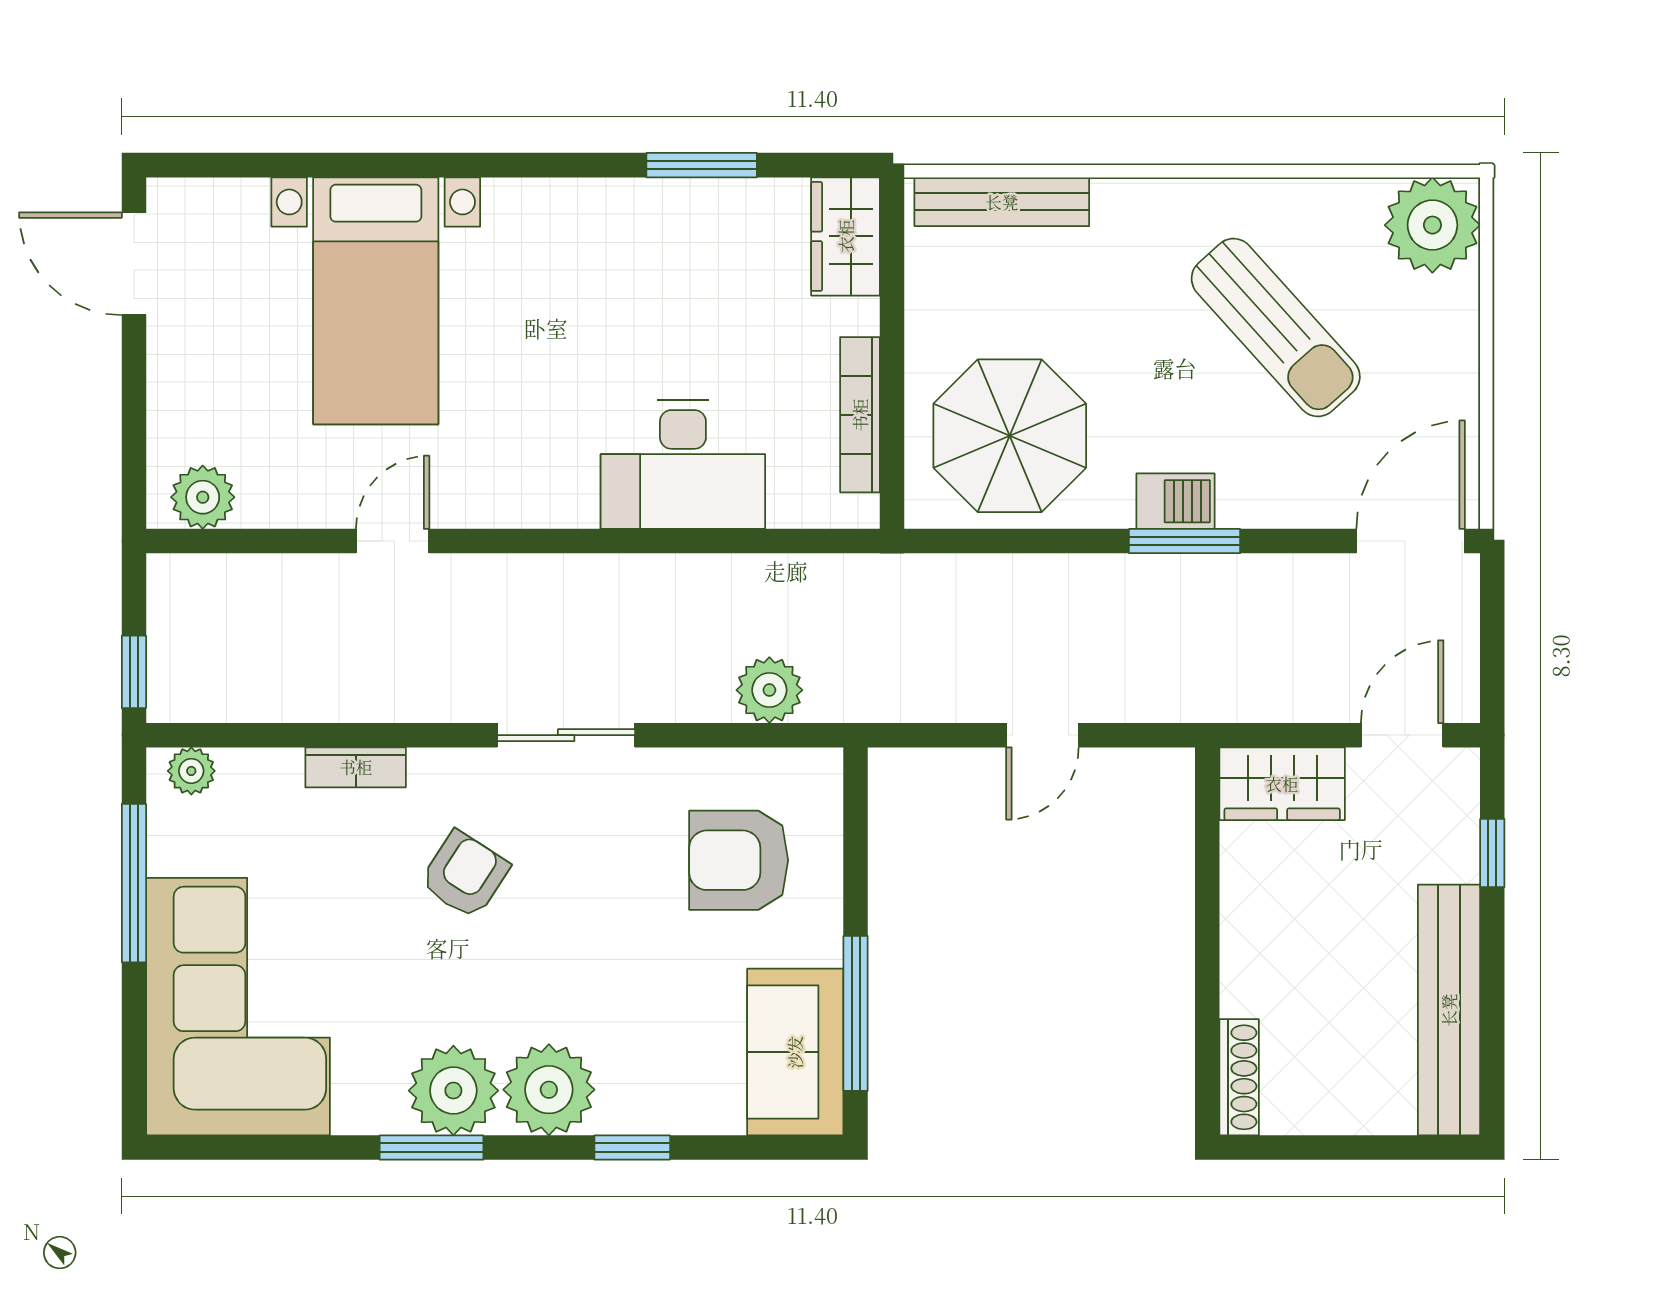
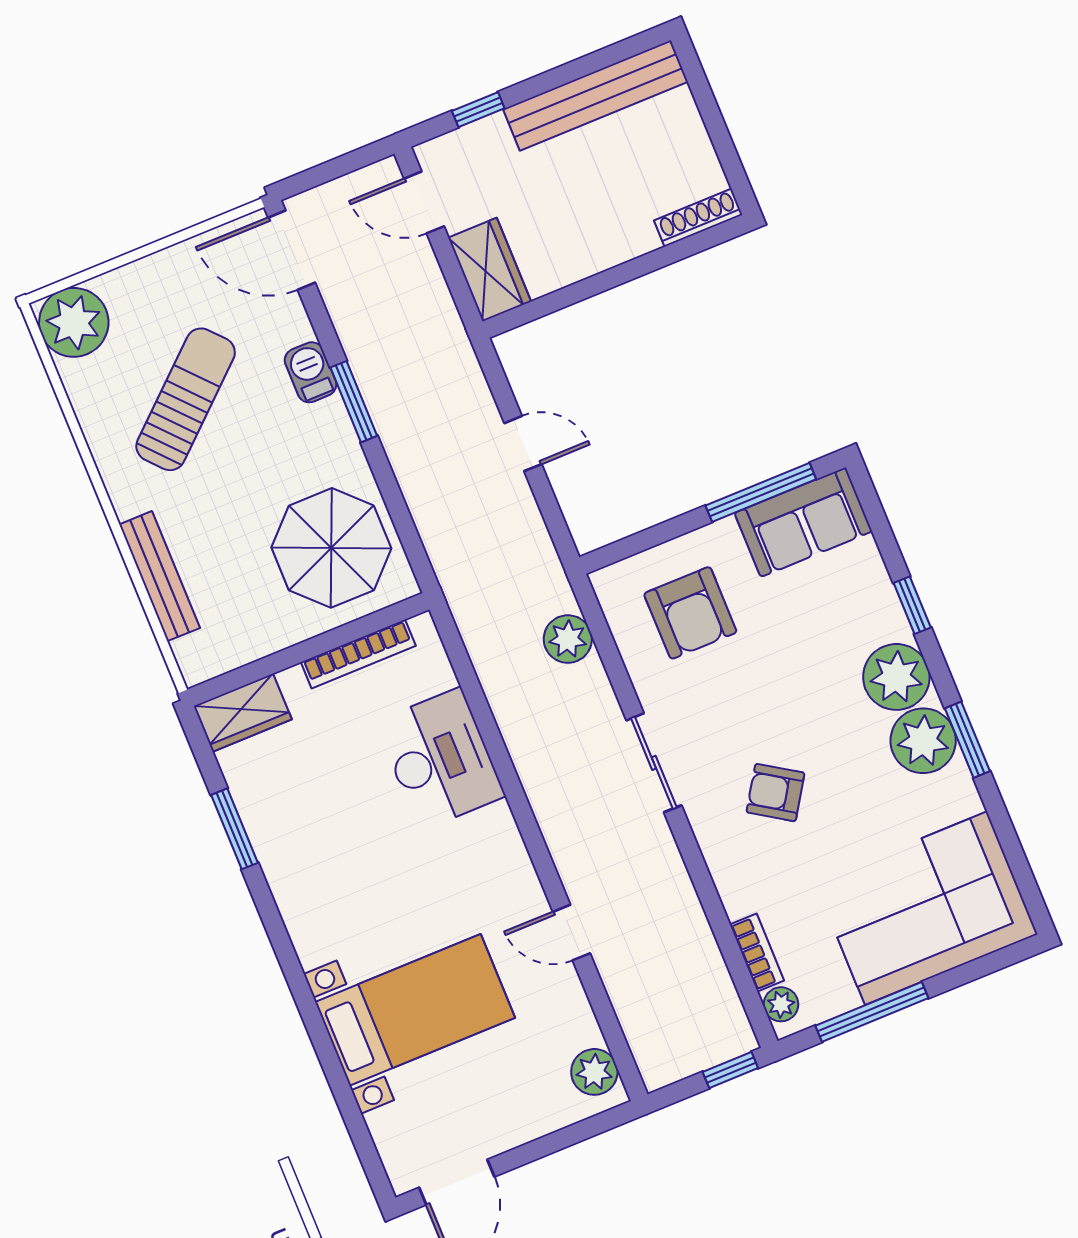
bench: (1002, 202) -> (160, 576), moved
barbecue: (1175, 501) -> (311, 372), moved
bookcase: (356, 767) -> (757, 953), moved

